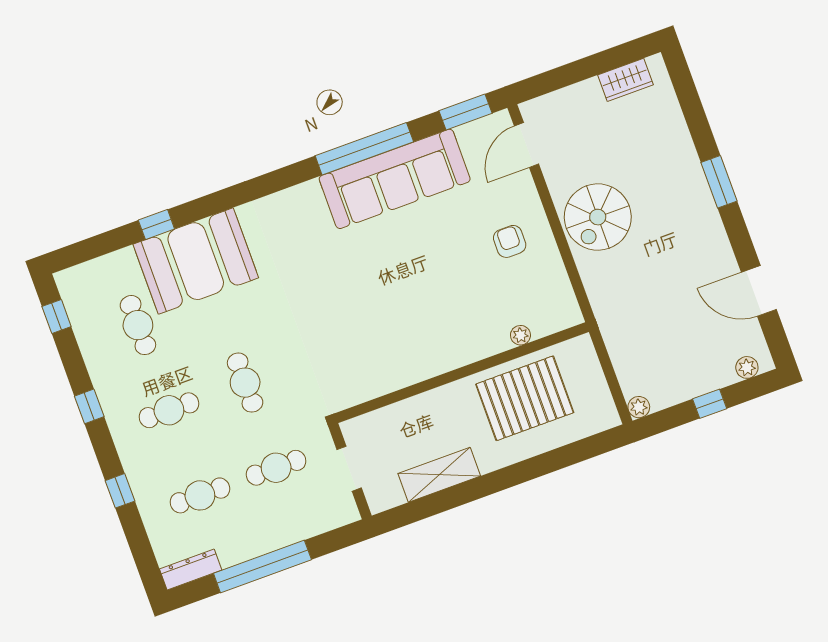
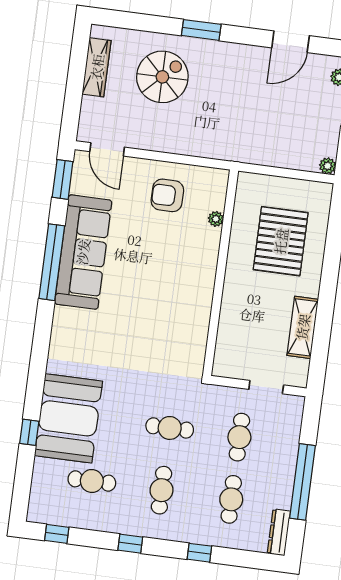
wardrobe: (625, 80) -> (97, 67), width x1.50
spiral stairs: (598, 217) -> (162, 77), moved, turned -90
armchair: (510, 241) -> (167, 195), width x1.38, depth x1.38
plant: (520, 335) -> (216, 219), moved
wall: (462, 373) -> (221, 273), moved

